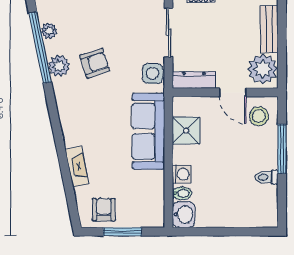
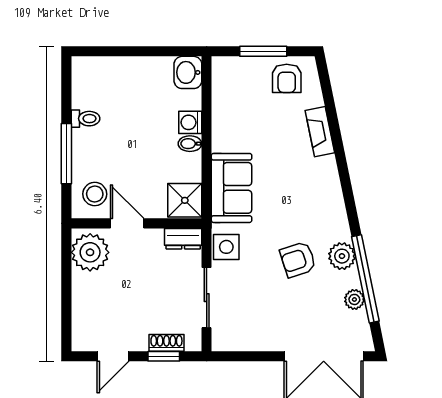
bench: (269, 29) -> (82, 302), removed
dresser: (194, 80) -> (183, 239), width x0.70
sofa: (148, 131) -> (232, 188), width x0.73
shower: (186, 131) -> (185, 200), moved
bidet: (182, 193) -> (190, 144), moved

